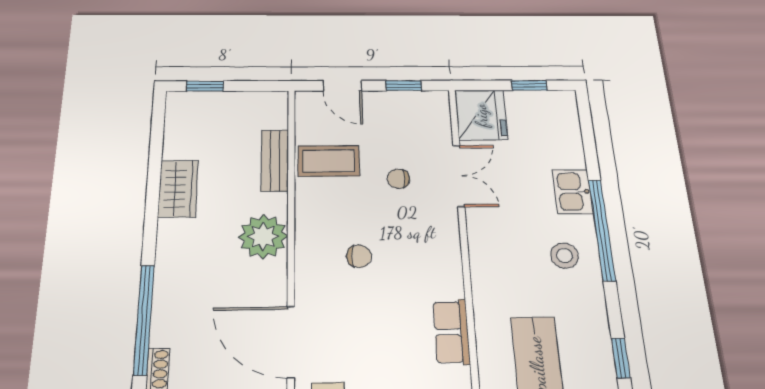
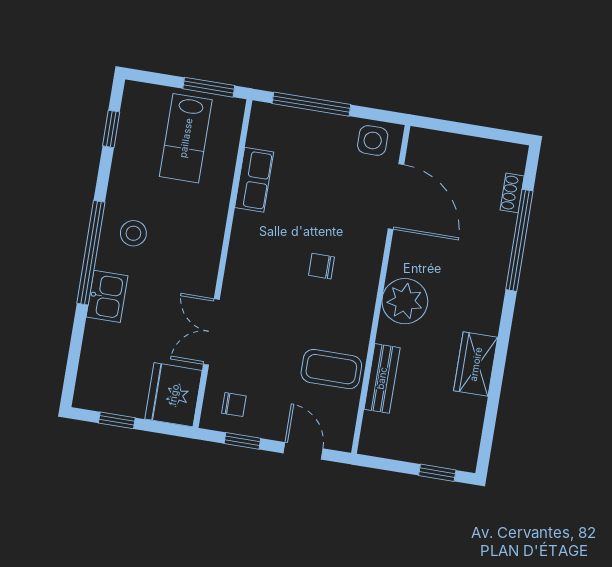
chair: (398, 179) -> (234, 405), moved

